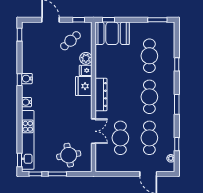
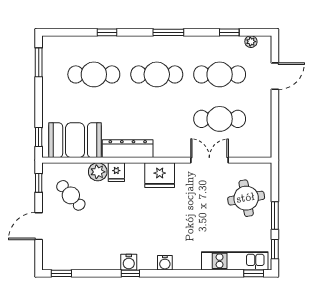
booth: (112, 33) -> (75, 140), moved, turned 90
fridge: (84, 86) -> (160, 175), moved
dresser: (101, 95) -> (128, 149), moved
kitchen unit: (28, 140) -> (235, 261), width x0.73

